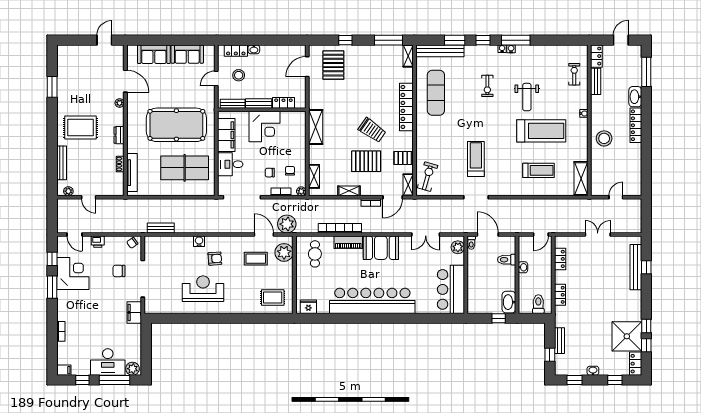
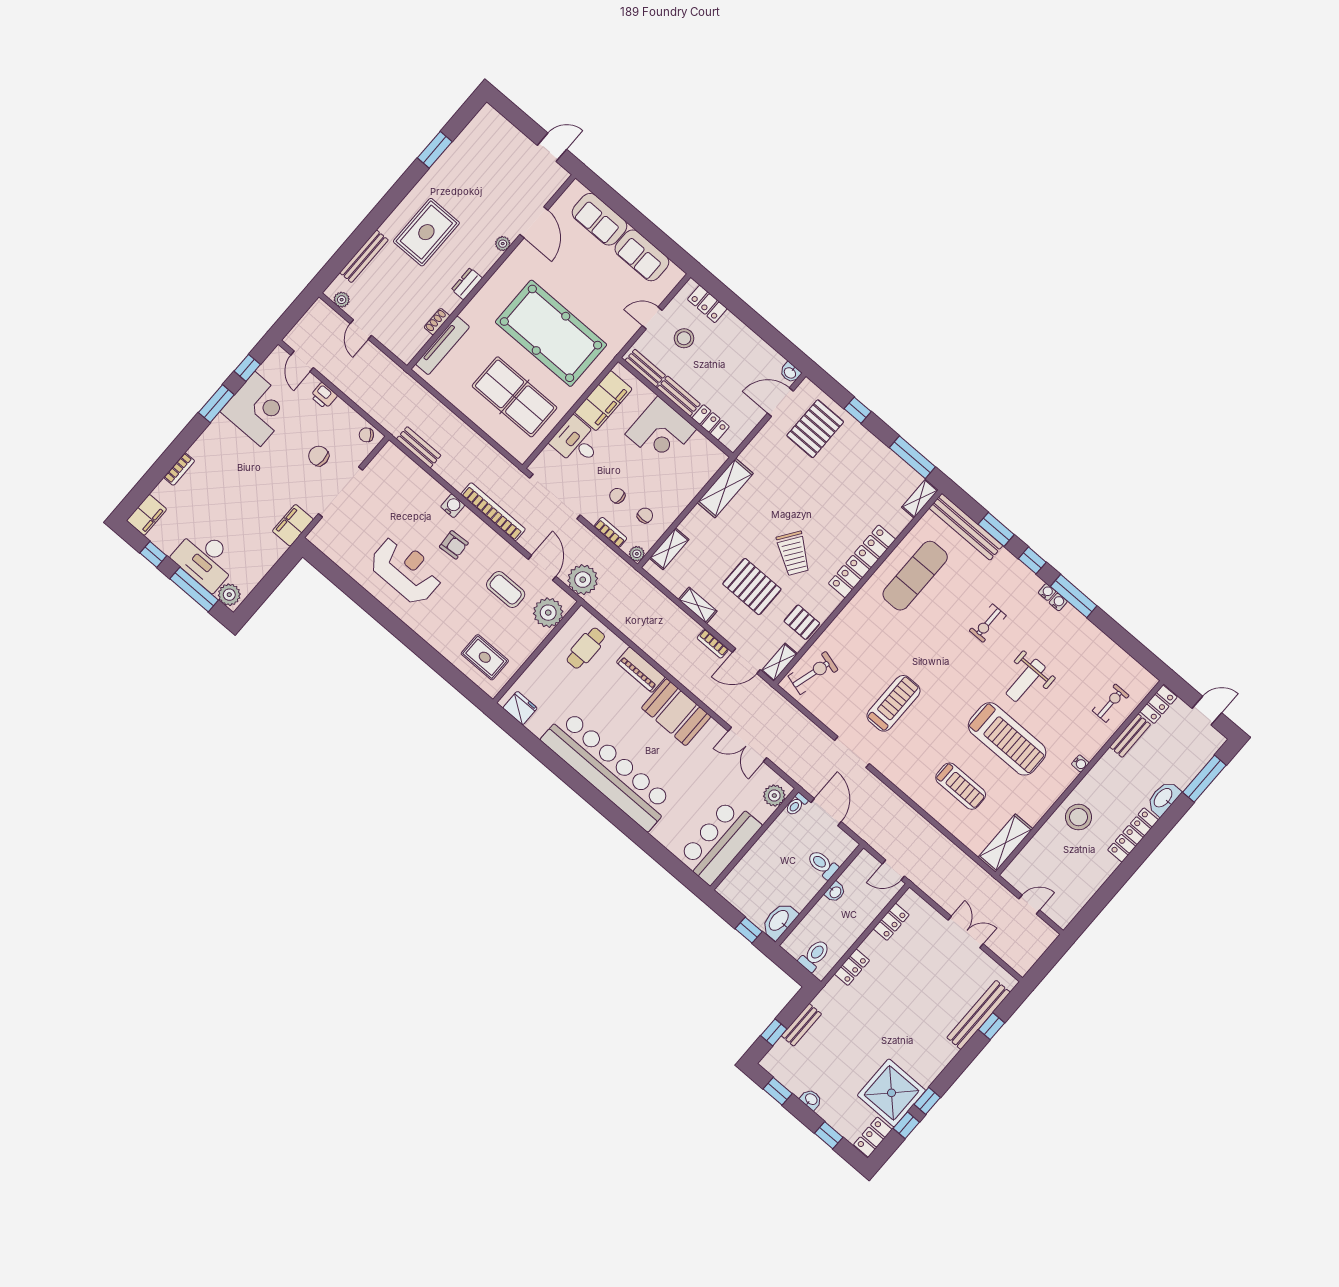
washbasin: (254, 49) -> (790, 373), moved
rug: (80, 128) -> (426, 232), turned 90
bookcase: (340, 228) -> (493, 512), moved
filing cabinet: (64, 370) -> (147, 515), width x2.00

